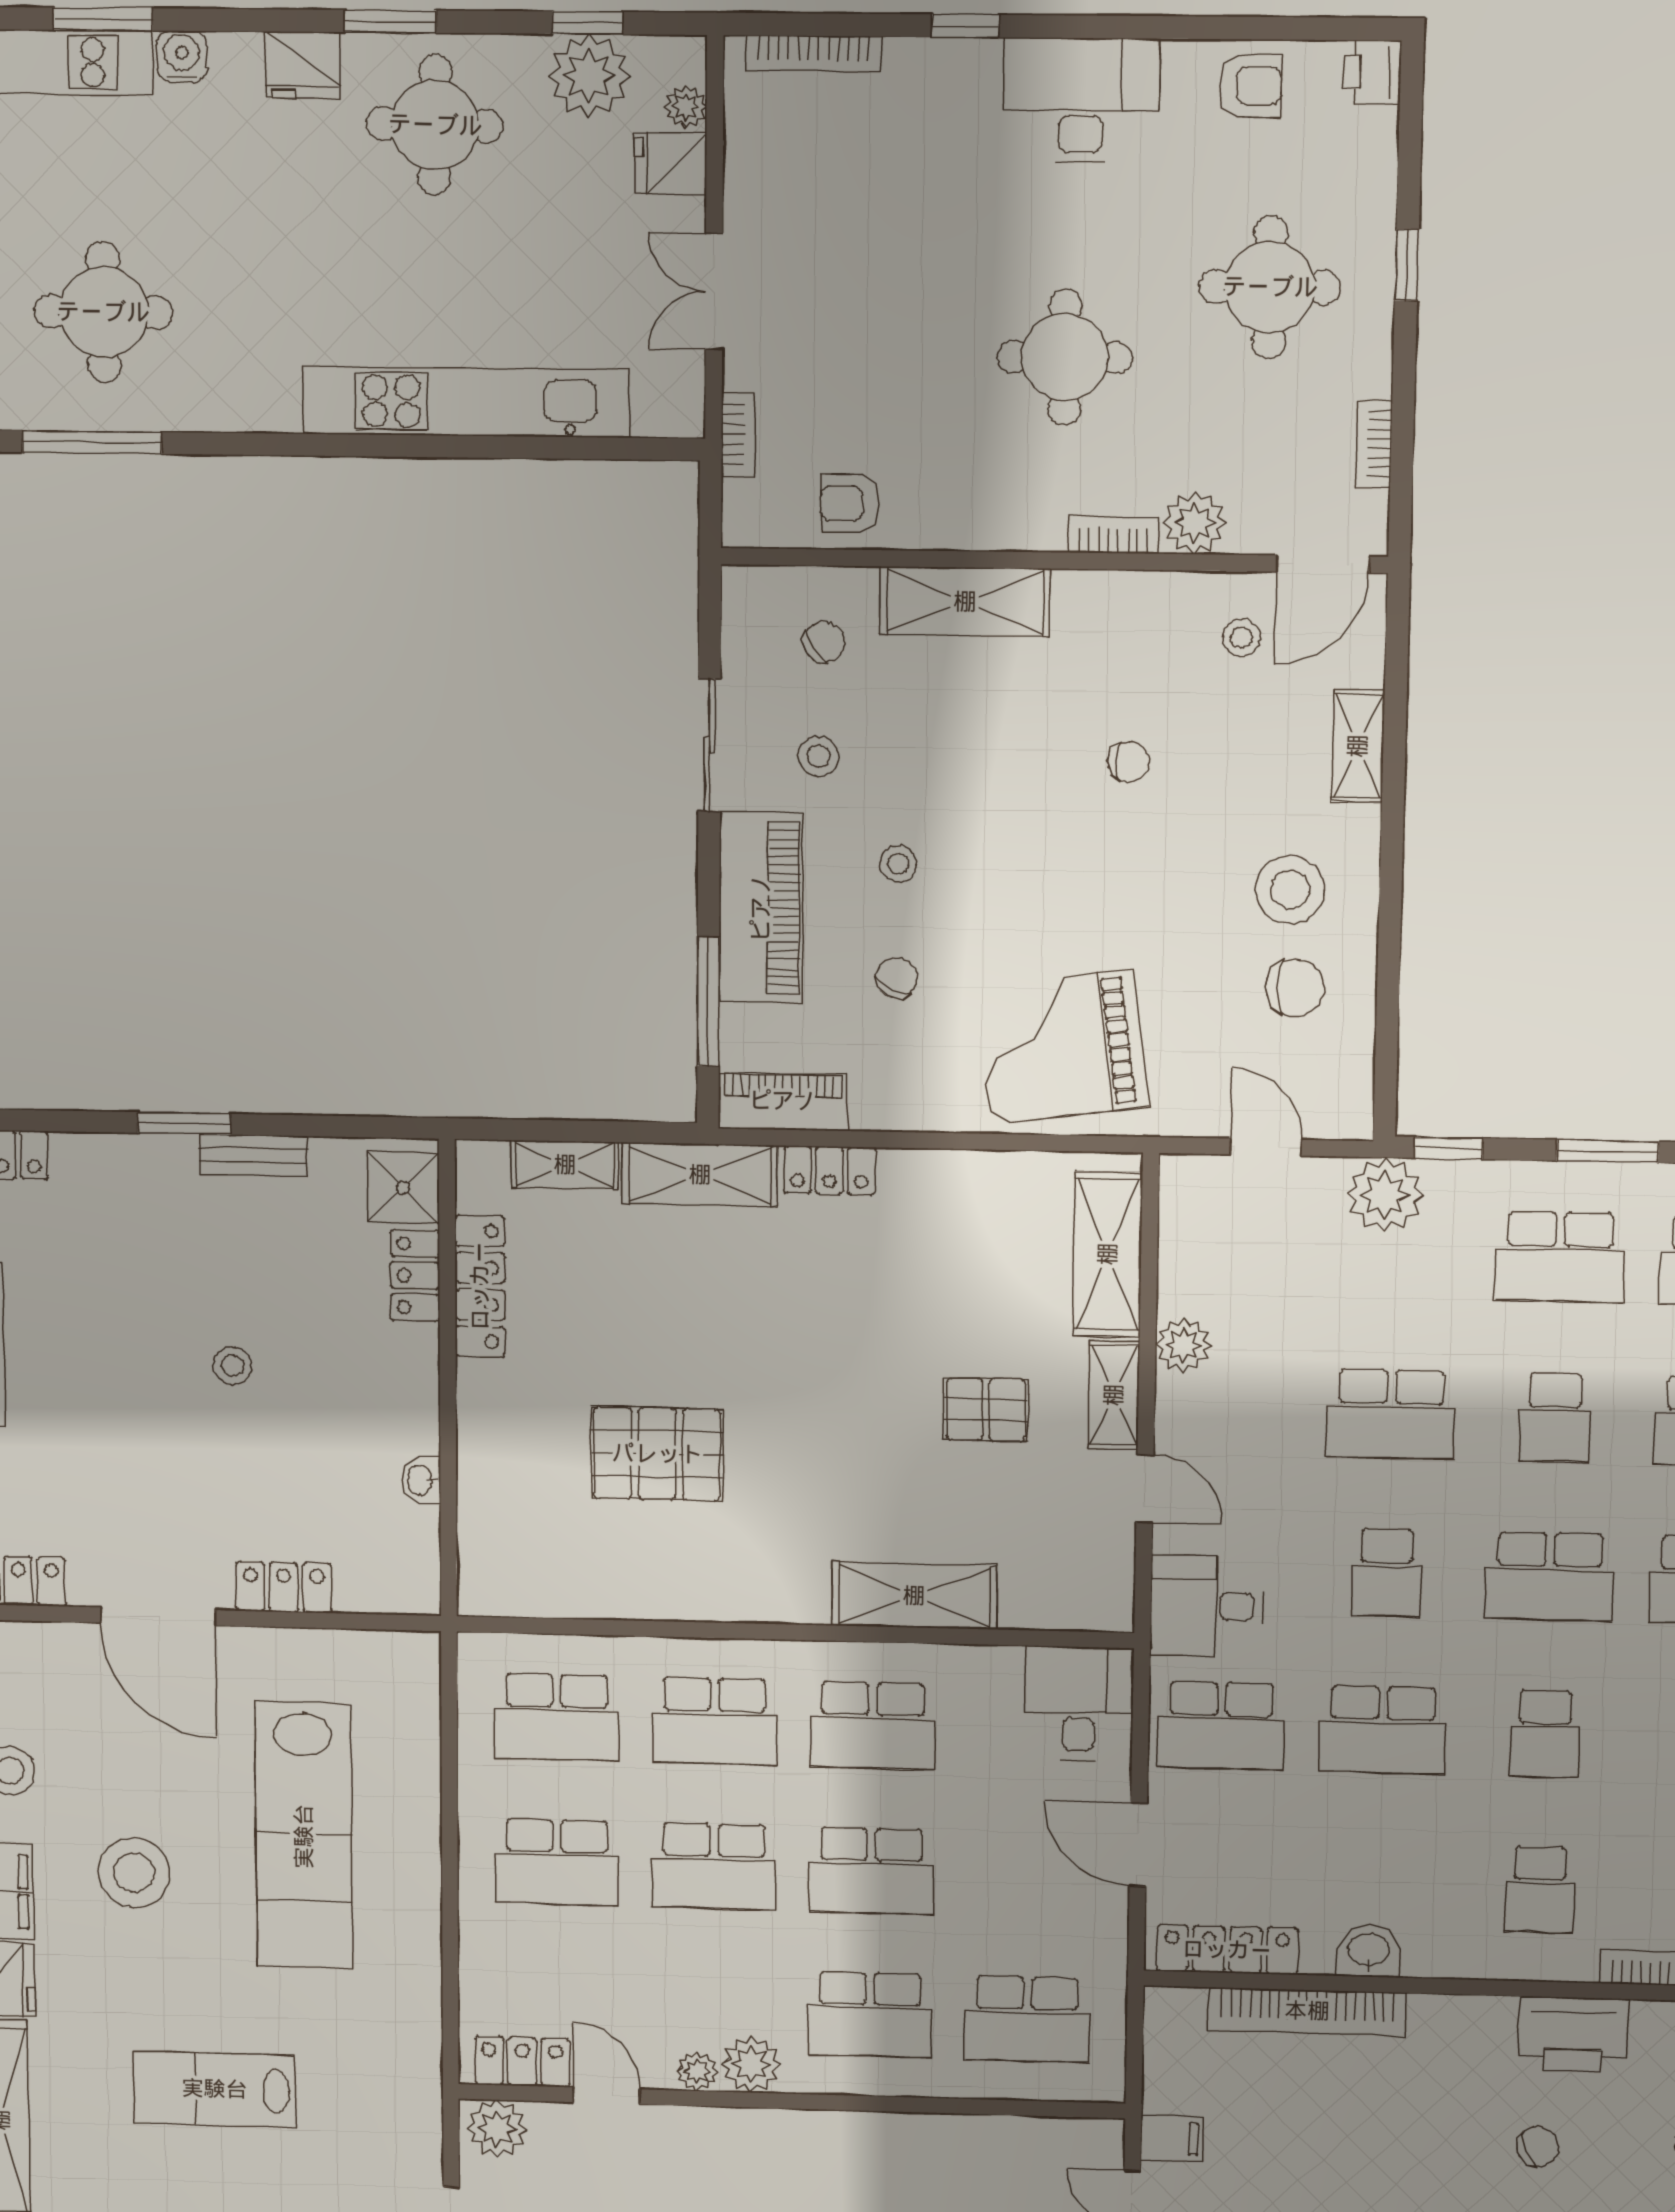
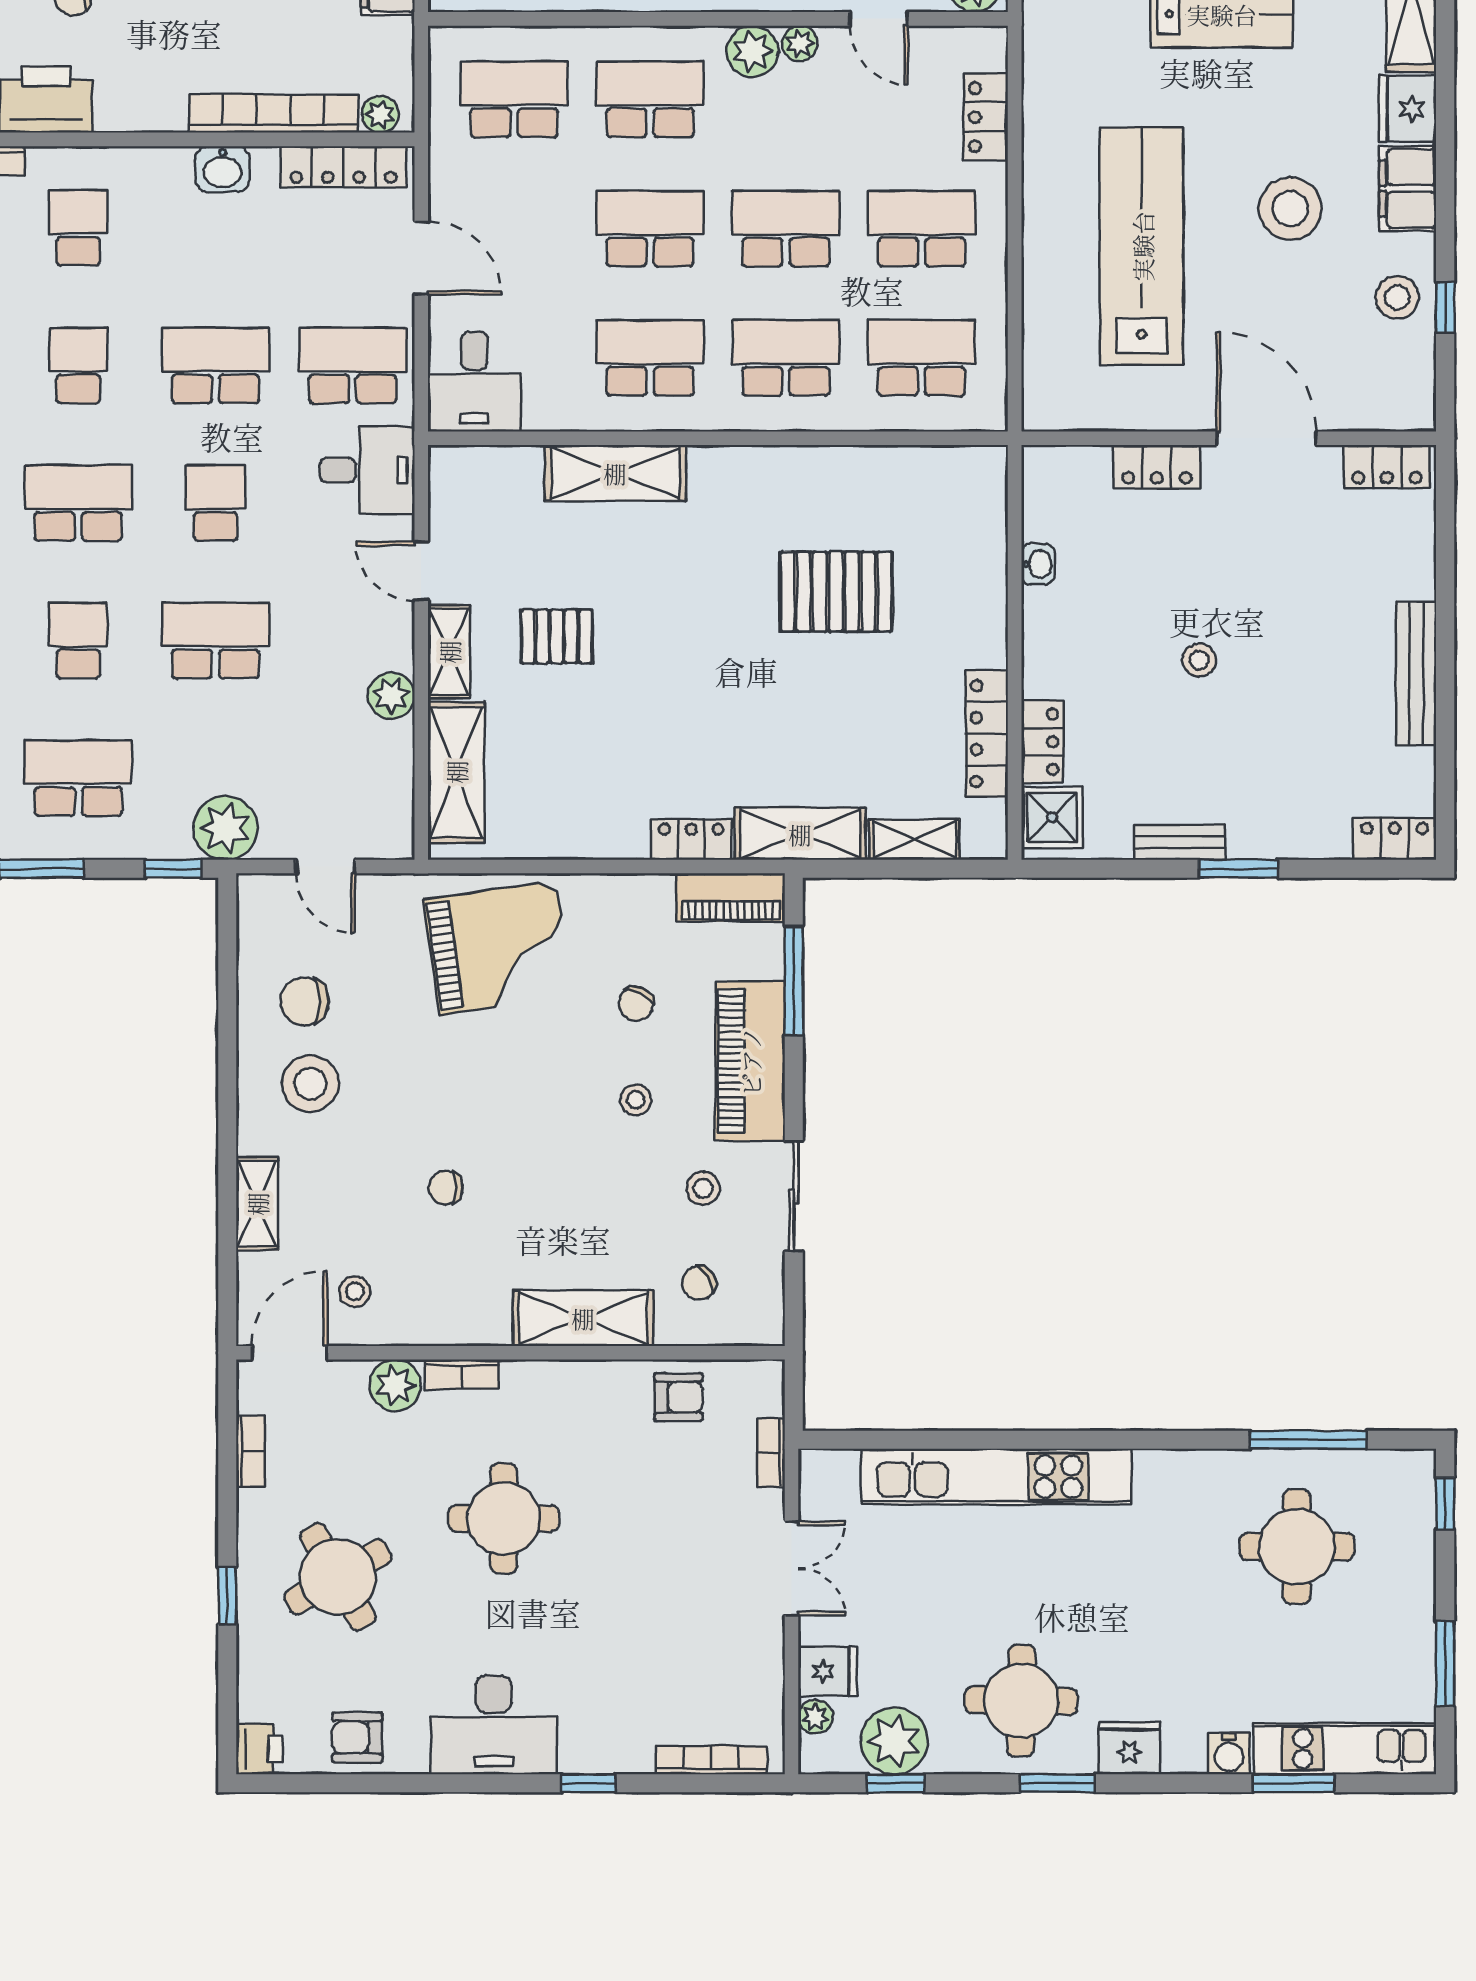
round table: (1270, 287) -> (338, 1577), turned -30
plant: (1183, 2007) -> (380, 114), added
locker: (522, 2062) -> (986, 117), moved, turned 90

